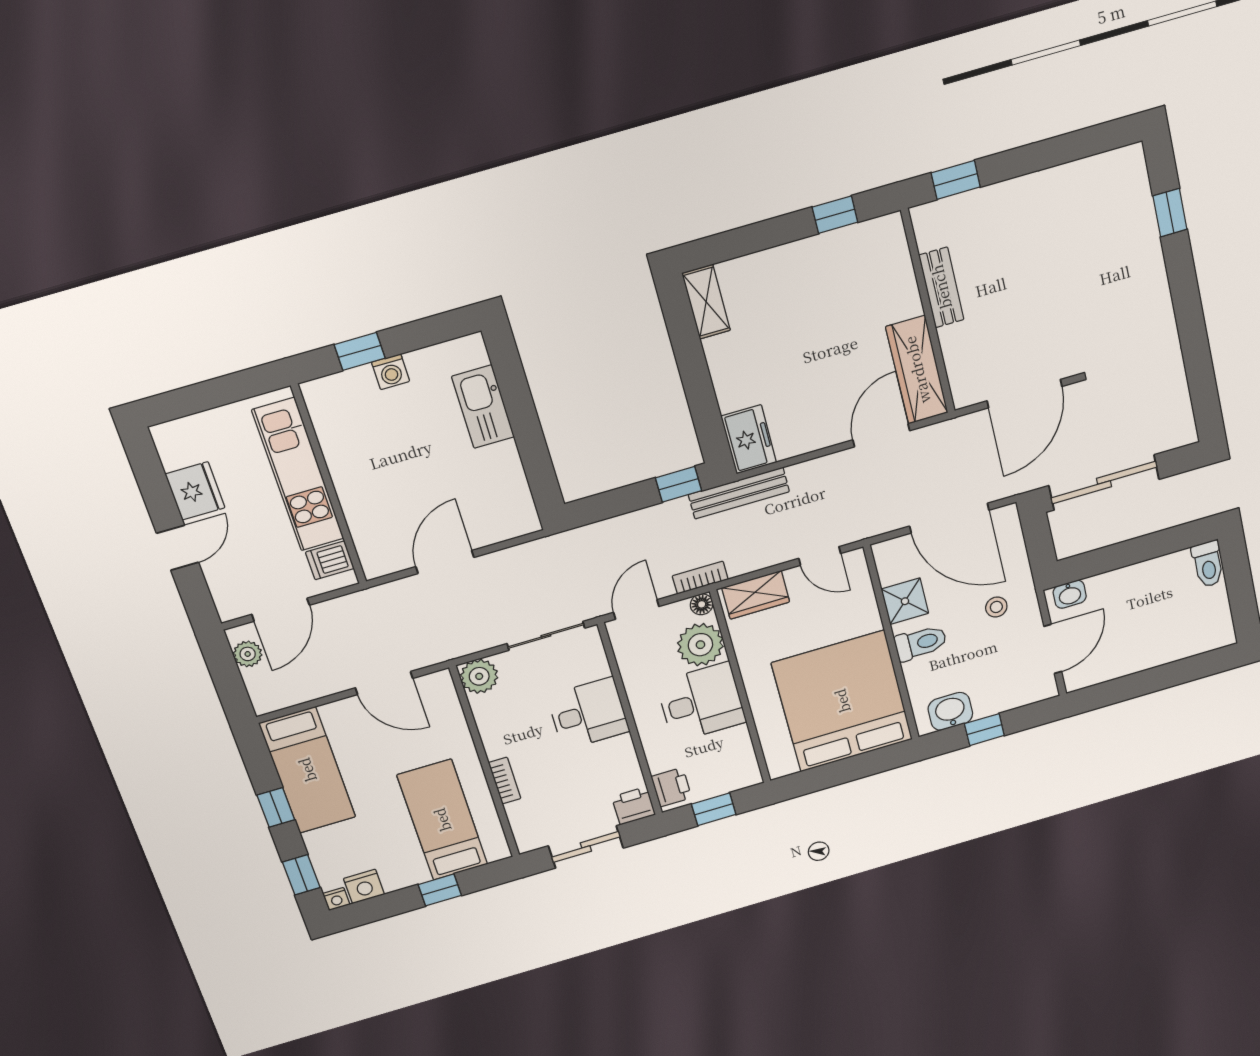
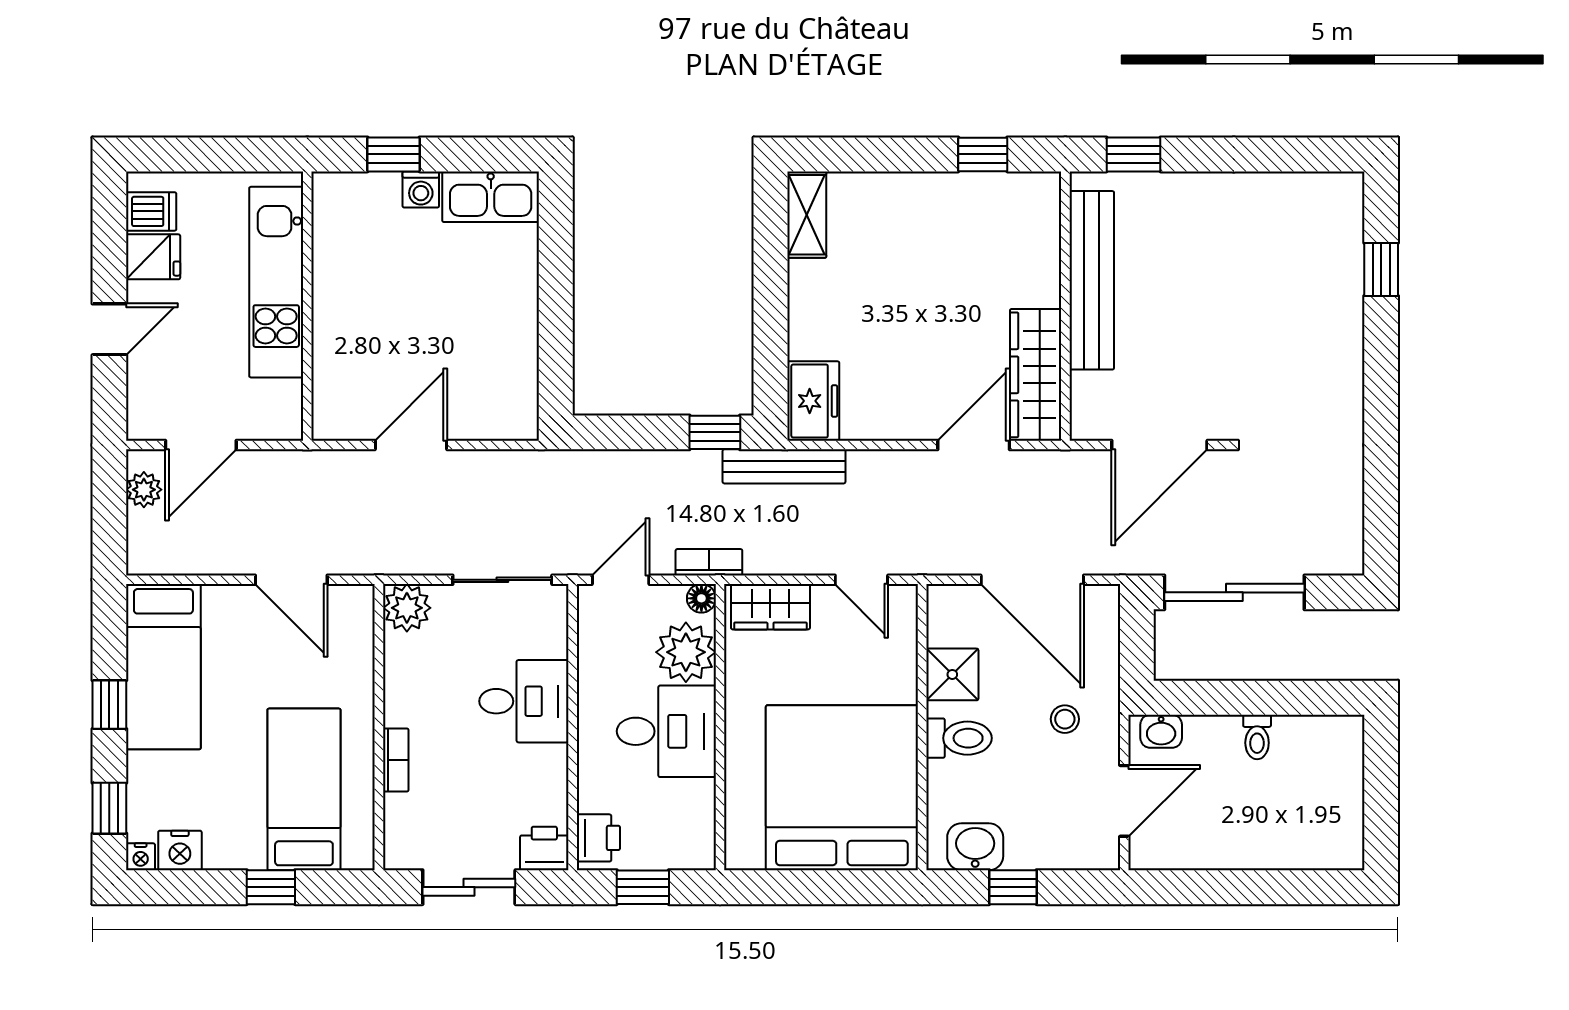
bench: (941, 287) -> (1092, 280), width x1.86, depth x1.21
kitchen sink: (483, 407) -> (491, 197), moved, turned -90
fridge: (195, 491) -> (153, 257), width x0.72
dishwasher: (330, 560) -> (151, 211), moved, turned 180
toilet: (1208, 564) -> (1257, 737), moved, width x0.73, depth x0.72

